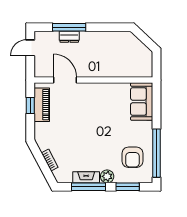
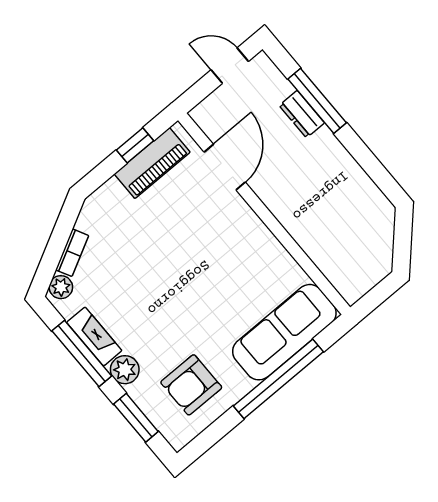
sofa: (142, 101) -> (284, 332), width x1.36
window: (156, 153) -> (278, 379), moved
plant: (59, 174) -> (61, 287), added

